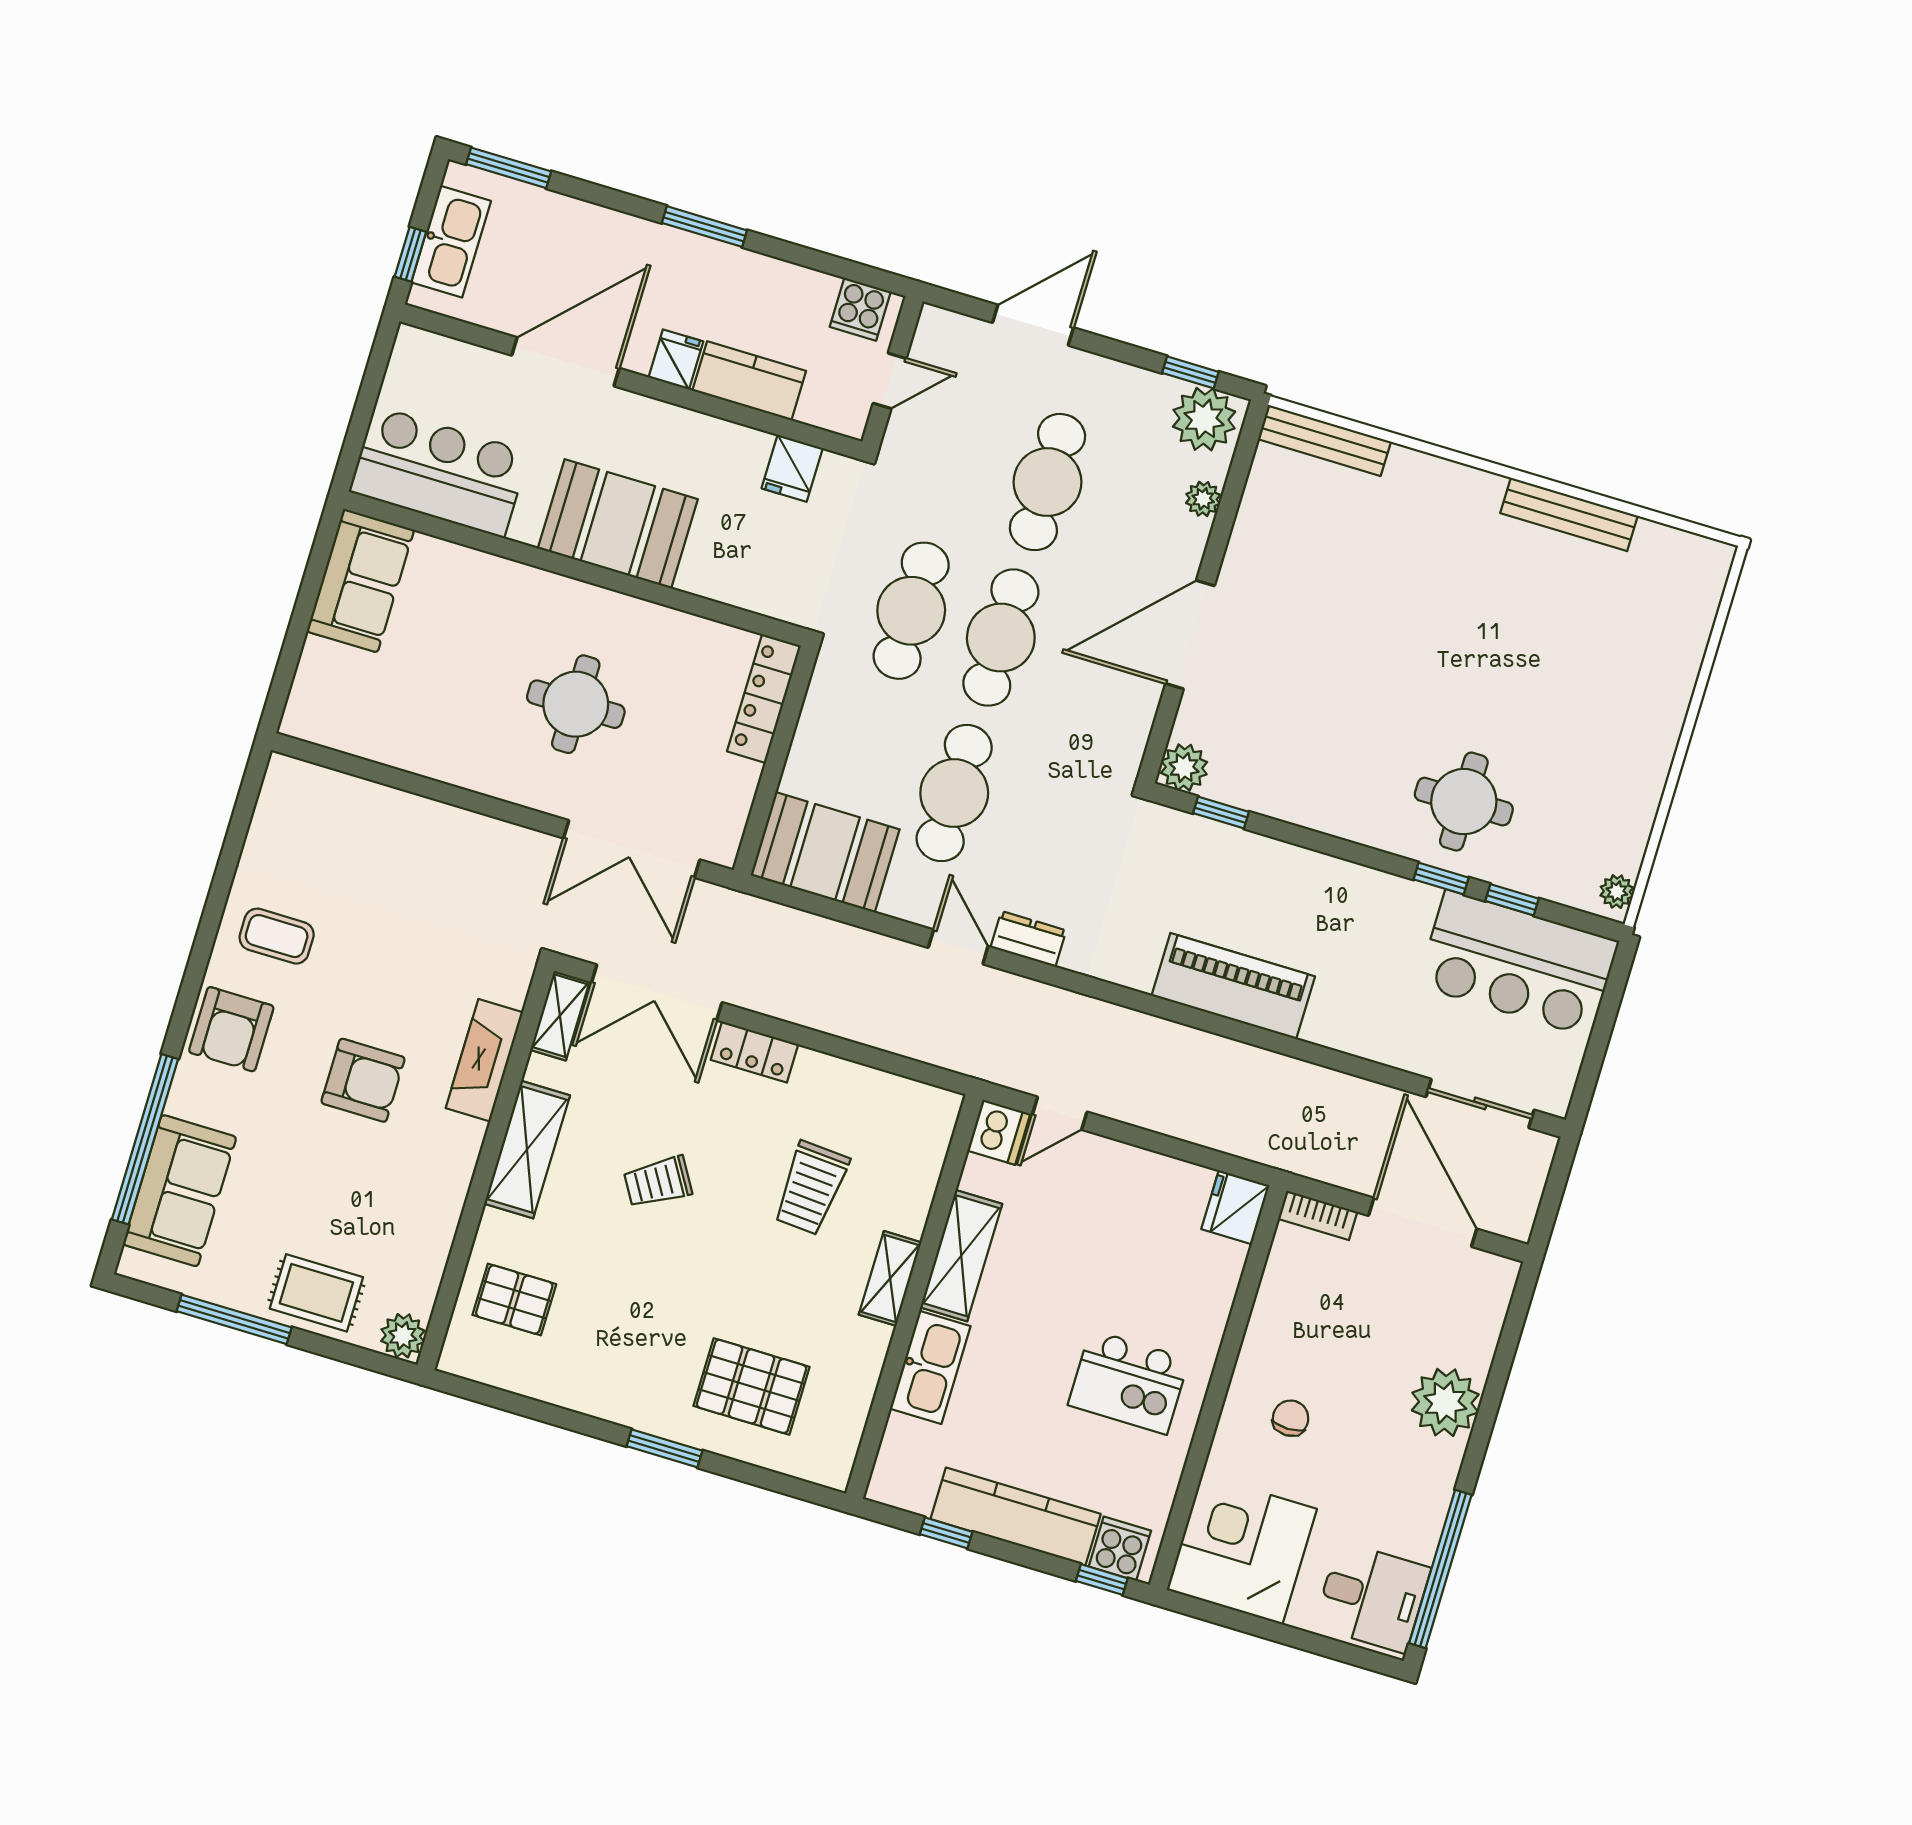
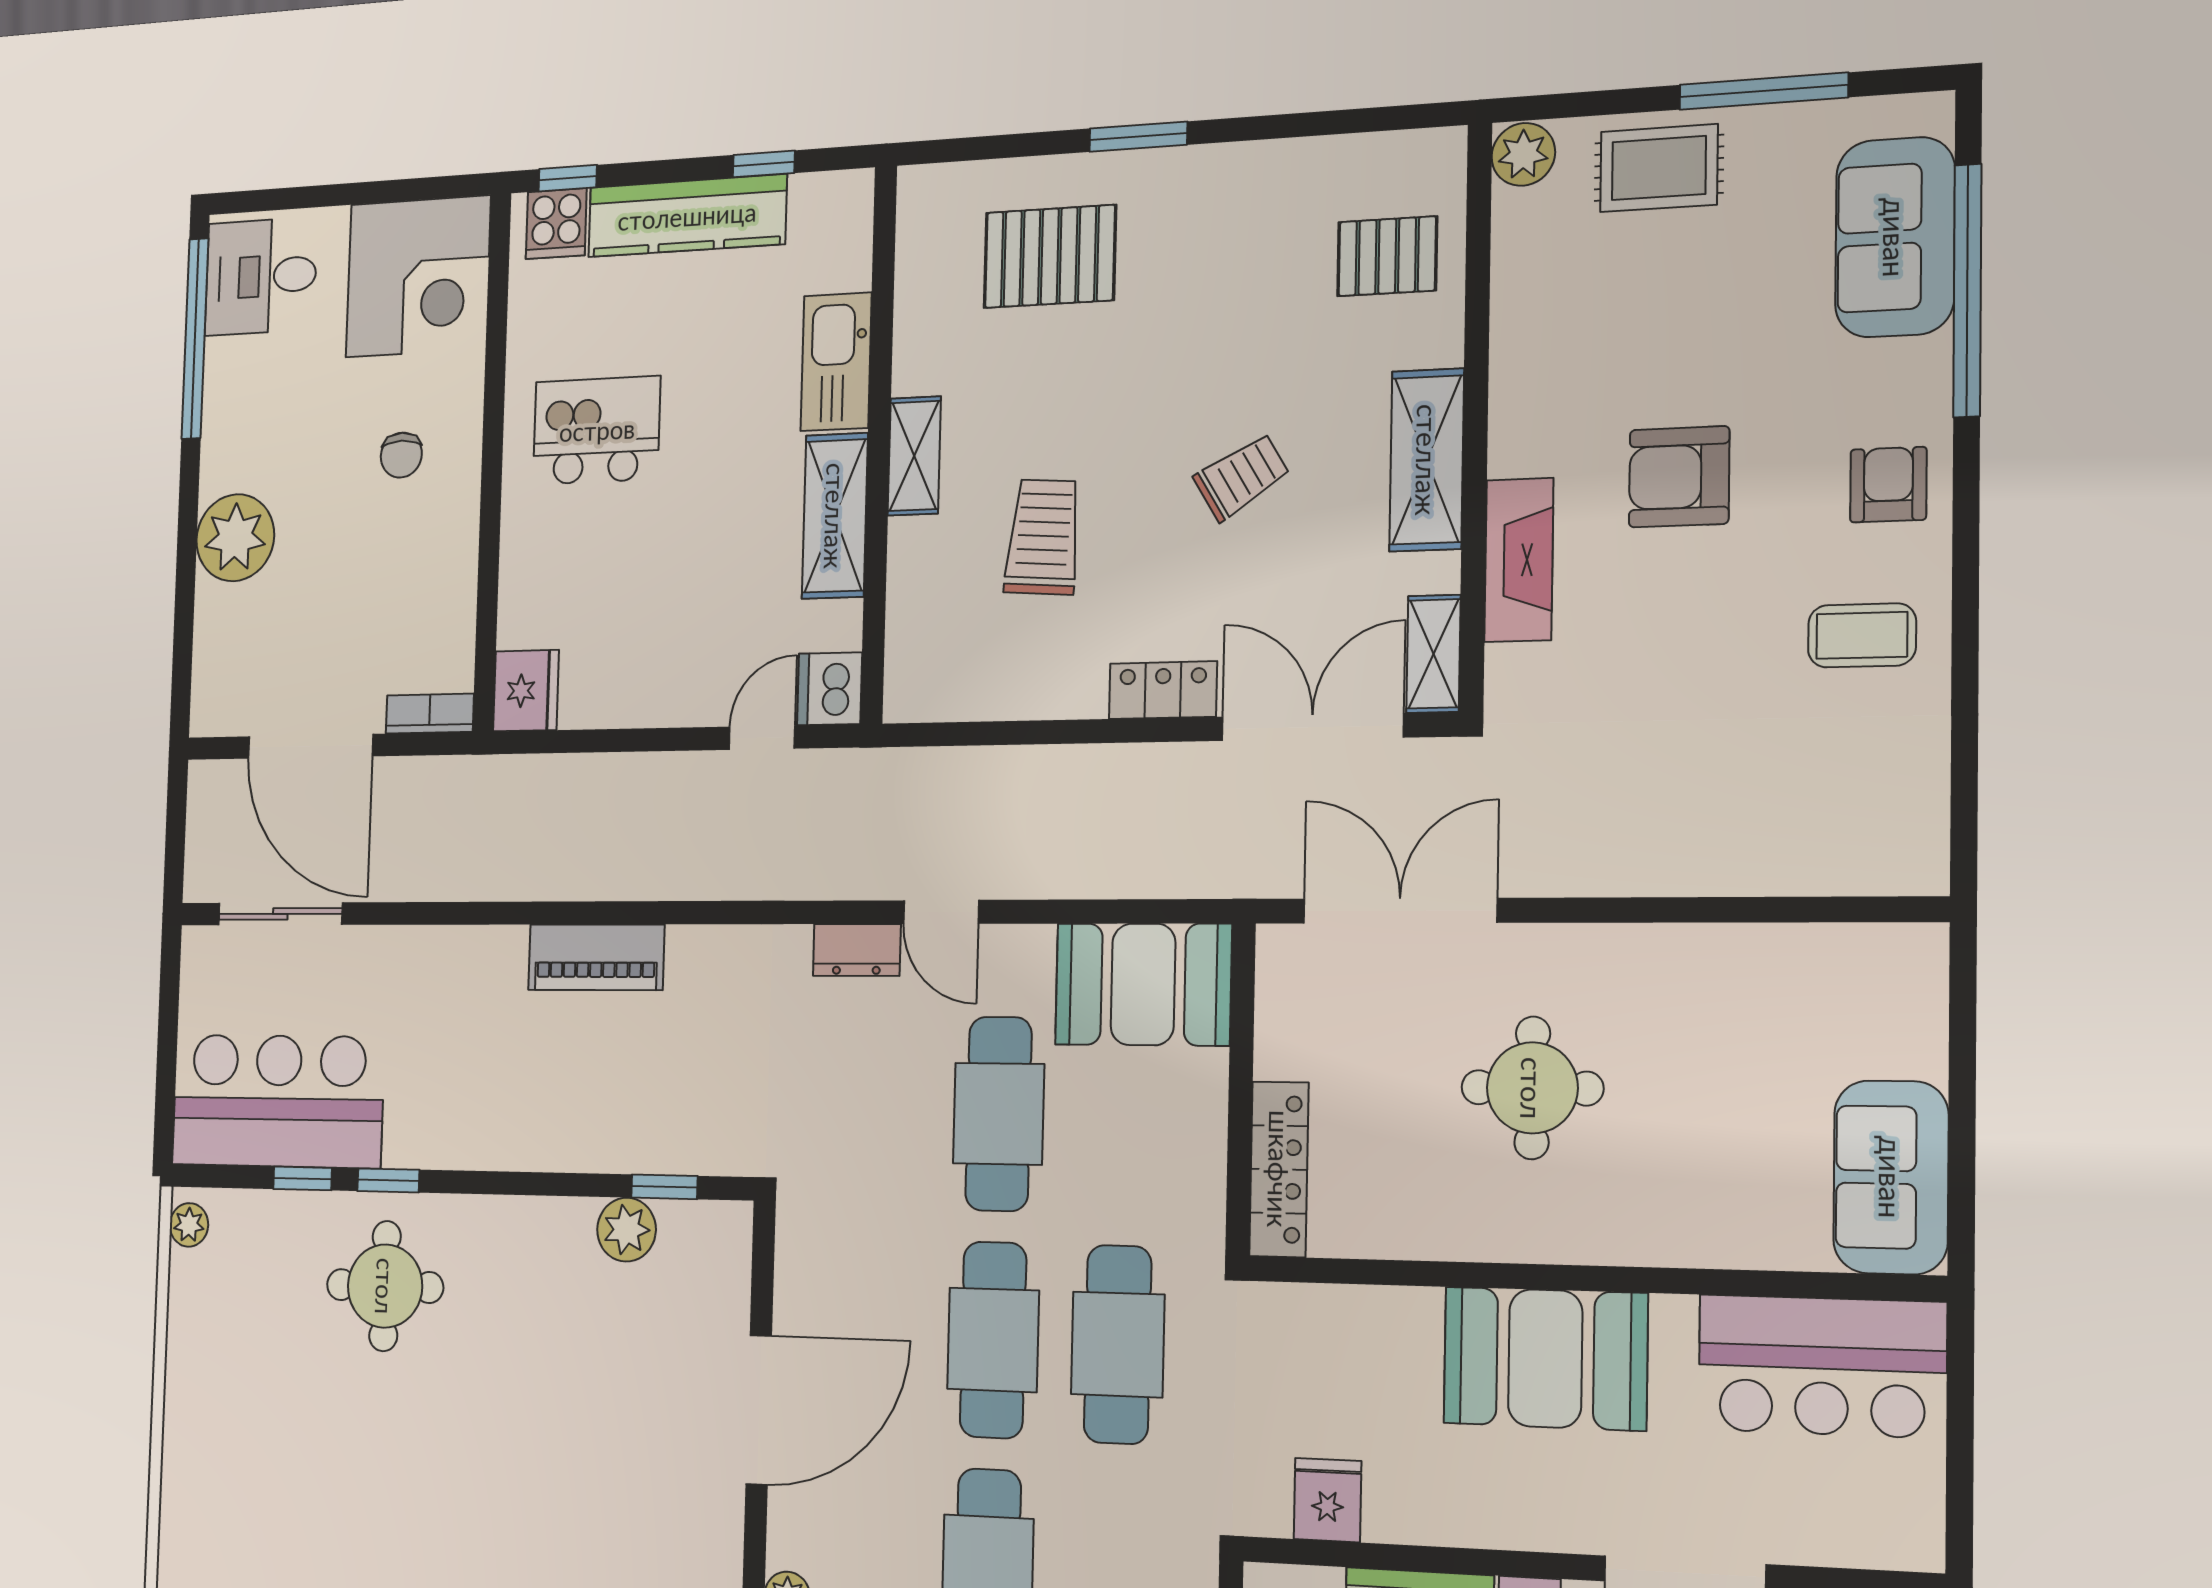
plant: (1184, 767) -> (626, 1230), moved
piano: (1233, 986) -> (596, 957), width x0.73, depth x0.75
armchair: (231, 1029) -> (1888, 485), width x0.72, depth x0.72

